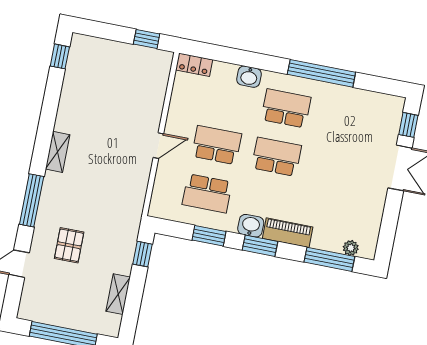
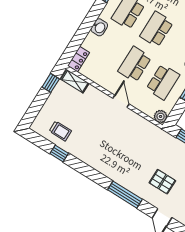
window: (60, 56) -> (59, 153), moved
trolley: (85, 78) -> (60, 131), added
shelving: (58, 152) -> (75, 81), moved
plant: (158, 208) -> (161, 116), added

